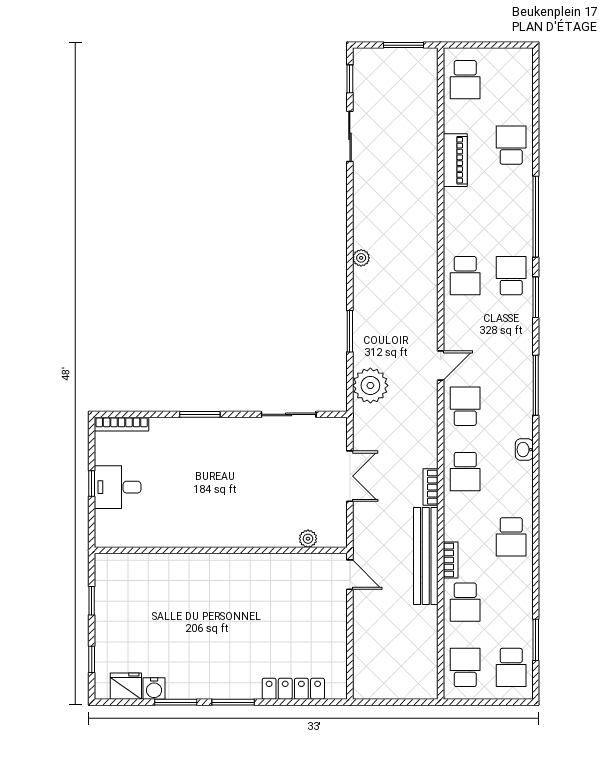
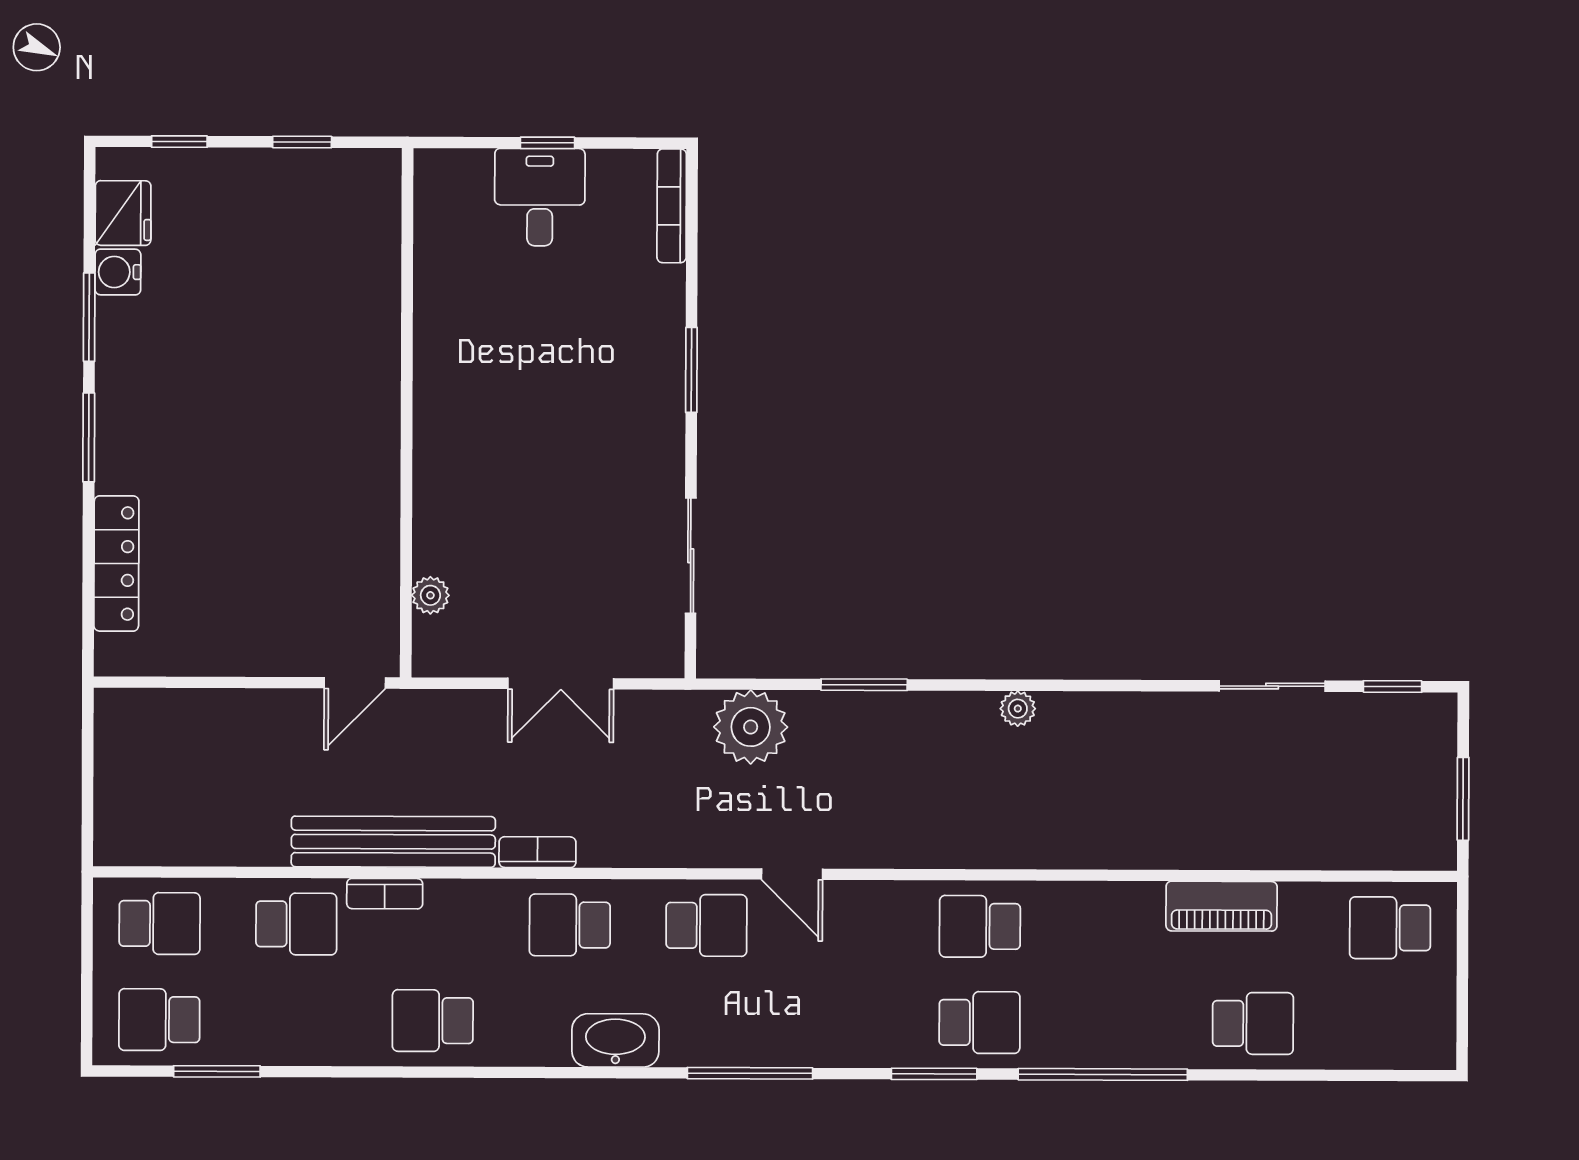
washbasin: (524, 450) -> (615, 1040), width x1.91, depth x1.45
school desk: (465, 602) -> (296, 924), turned 180

